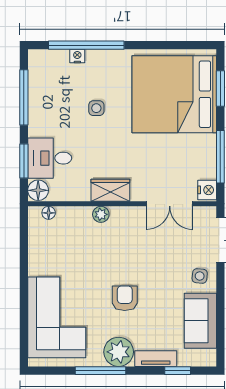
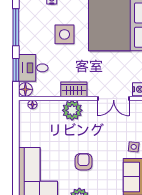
side table: (96, 108) -> (64, 34), width x1.87, depth x1.87
plant: (101, 214) -> (72, 110), width x1.87, depth x1.87

